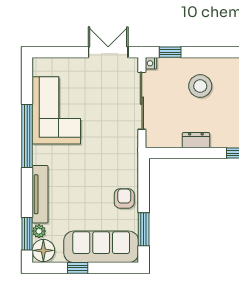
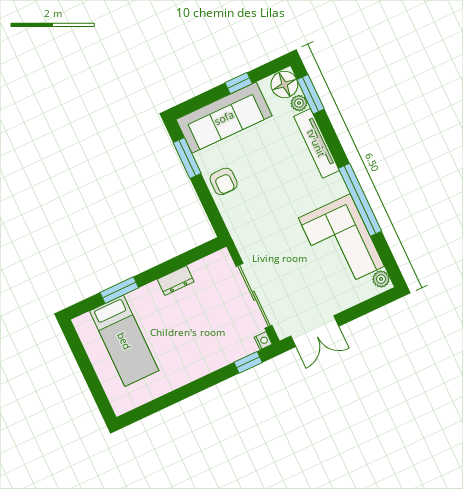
plant: (39, 68) -> (381, 279), added
stool: (200, 86) -> (198, 341), removed

